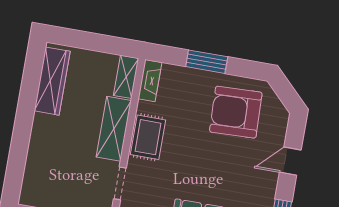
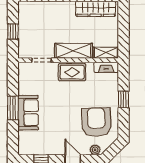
window: (207, 62) -> (123, 99), width x0.67
plant: (280, 122) -> (95, 150), added

